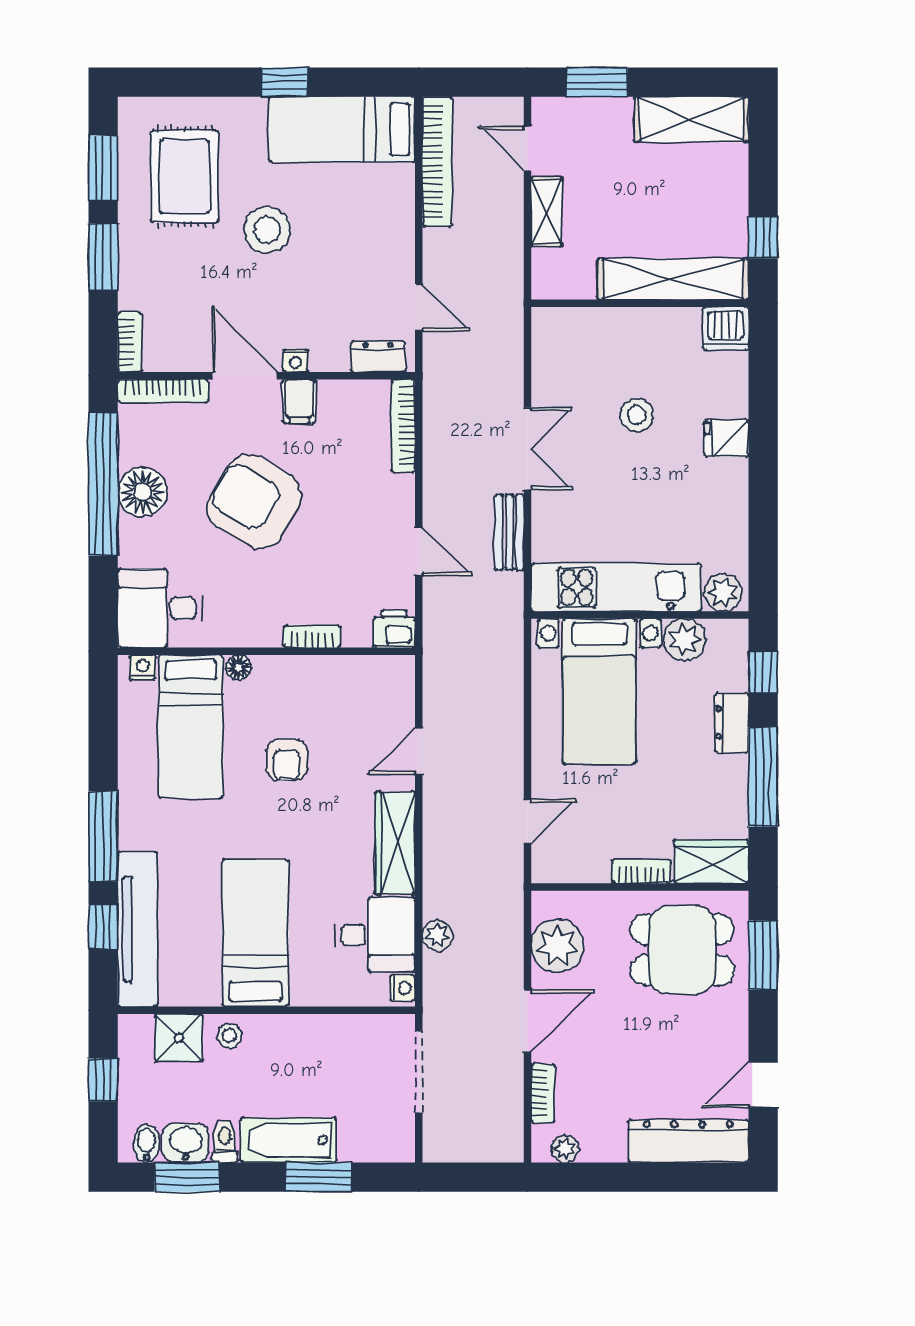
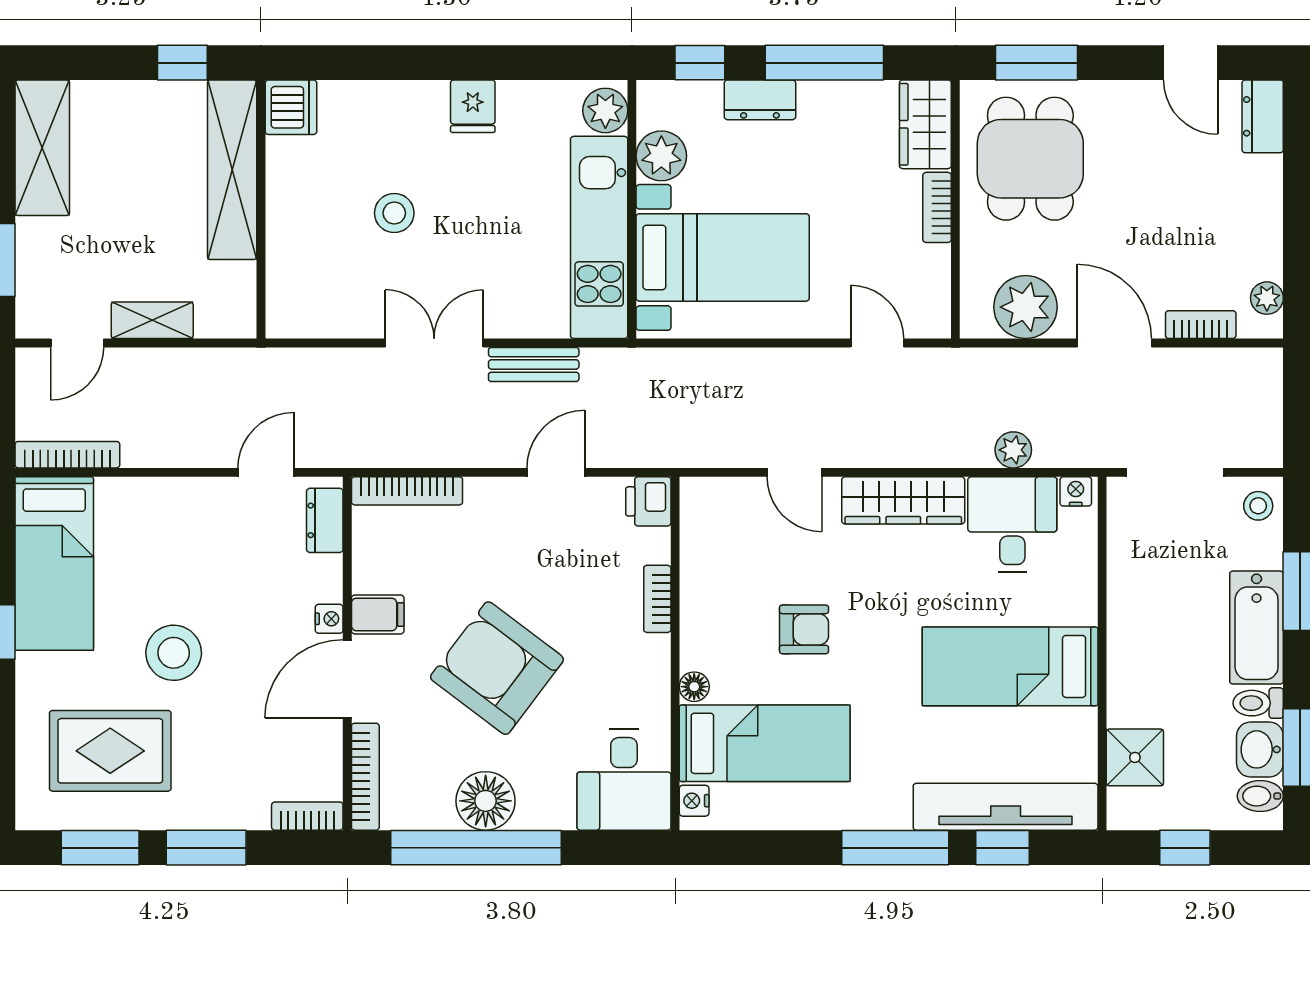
bookcase: (437, 162) -> (67, 455), width x0.68, depth x0.76
fridge: (726, 438) -> (473, 106), moved
armchair: (254, 502) -> (497, 668), turned 97
stool: (230, 1036) -> (1258, 506), moved
dresser: (688, 1141) -> (1263, 116), width x0.51, depth x0.80

